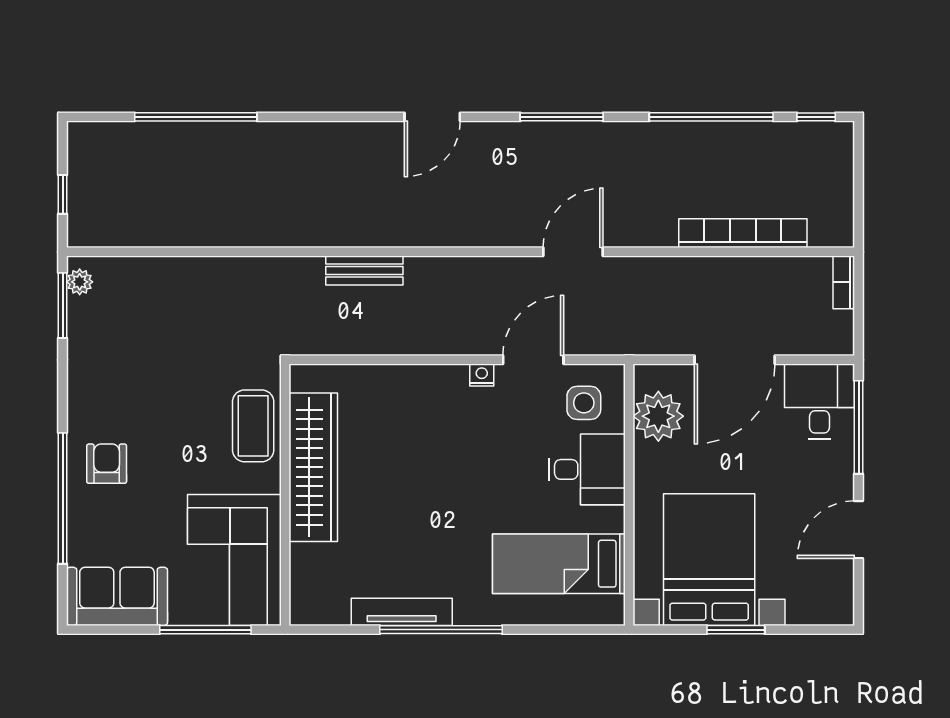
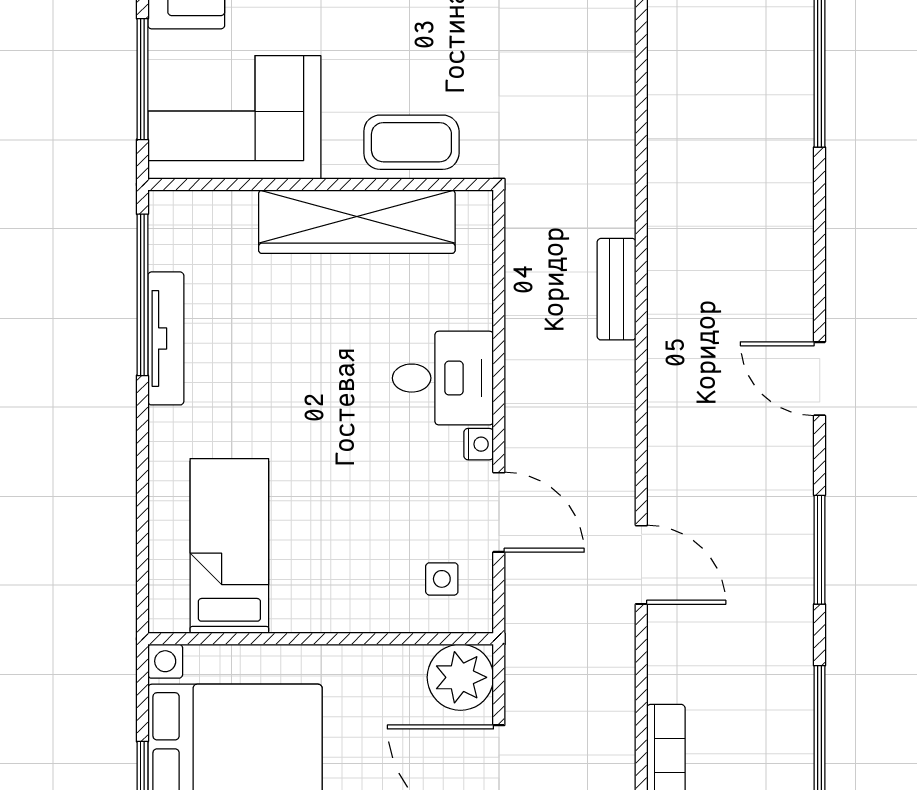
side table: (584, 403) -> (442, 579), width x0.73, depth x0.73
plant: (658, 416) -> (460, 677), moved
desk: (587, 469) -> (443, 378), moved, turned -90
window: (441, 630) -> (142, 295), moved

